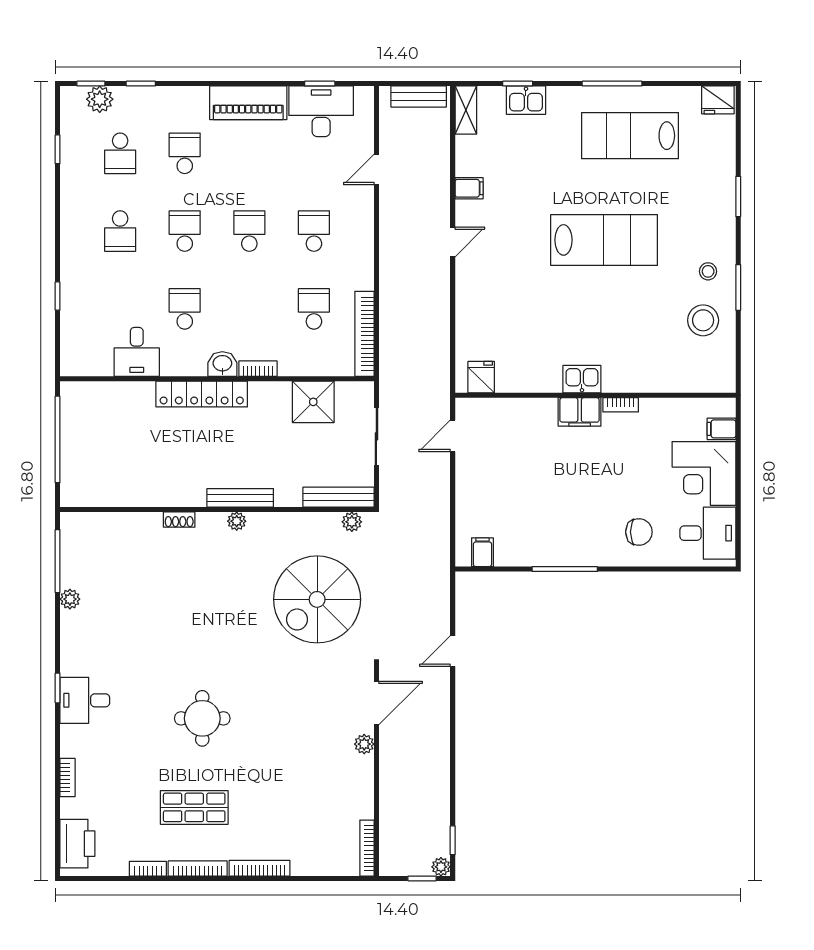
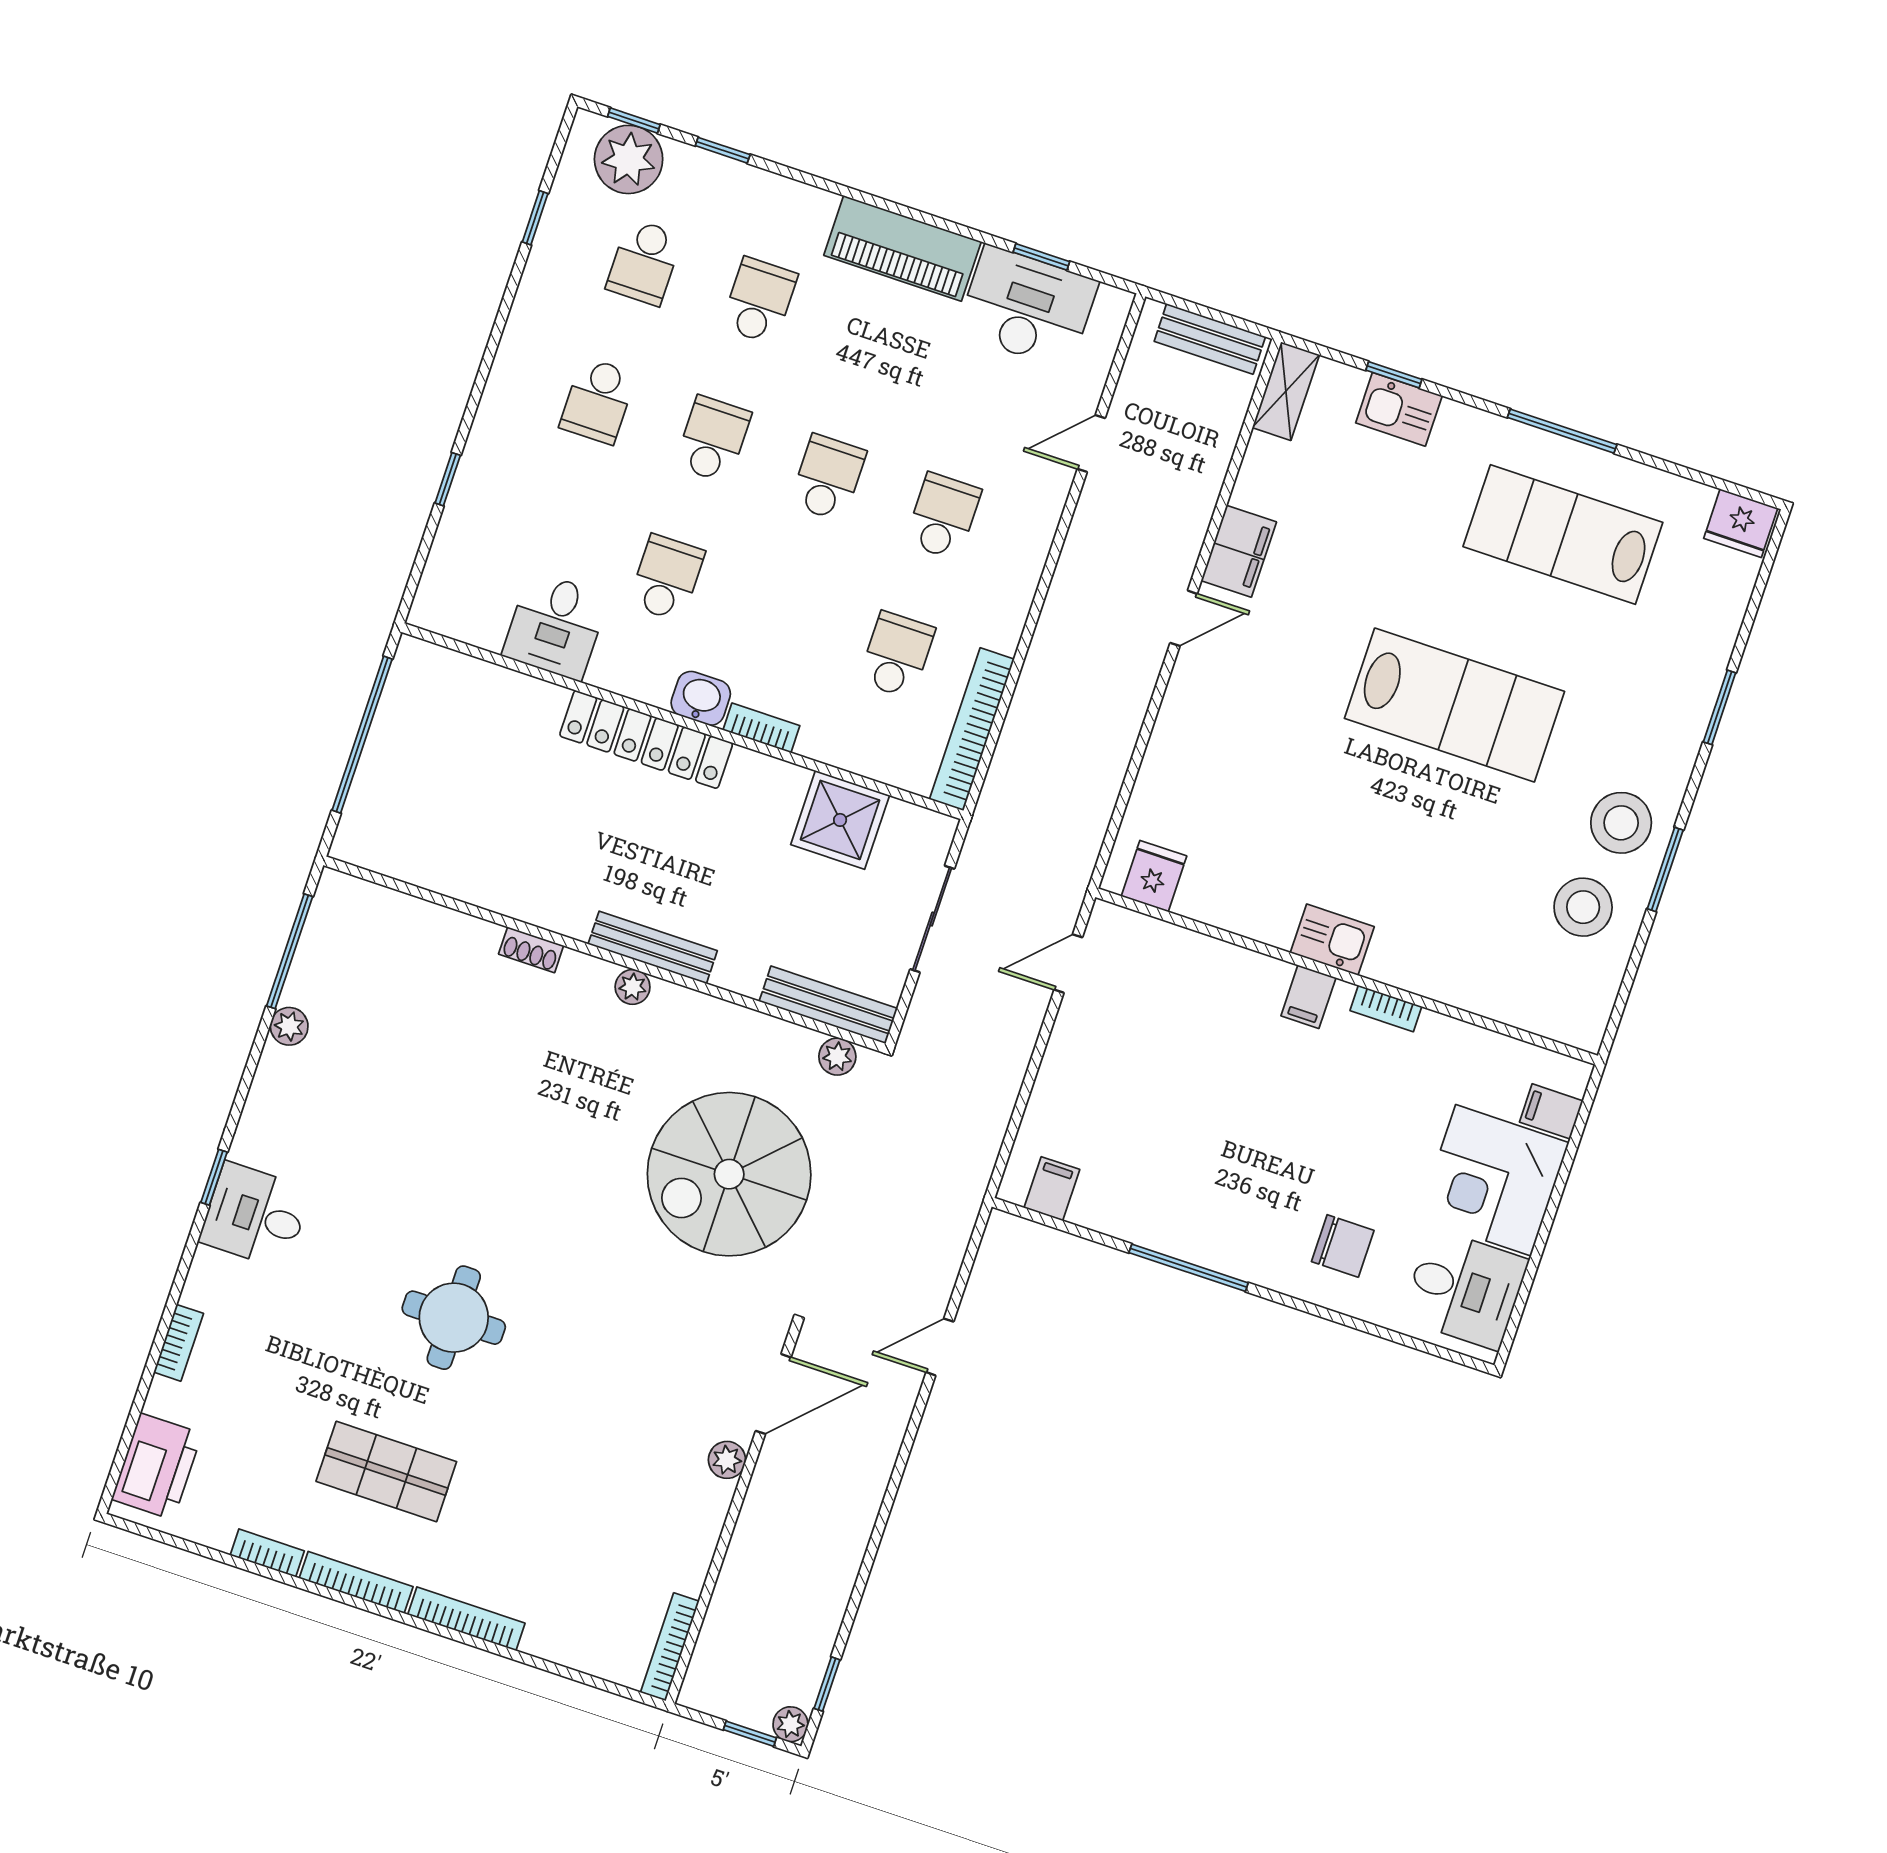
plant: (100, 99) -> (629, 159), width x1.36, depth x1.36
filing cabinet: (469, 188) -> (1239, 551), width x2.00
stool: (708, 271) -> (1621, 823), width x1.89, depth x1.89
filing cabinet: (580, 412) -> (1308, 997), width x0.50

